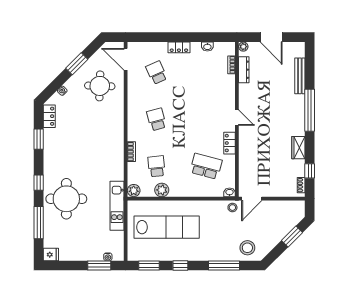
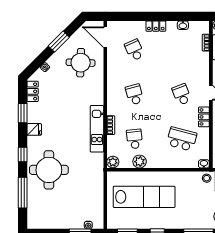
school desk: (206, 119) -> (182, 94), added
kitchen unit: (117, 206) -> (97, 129), moved
fridge: (51, 255) -> (34, 129), moved

